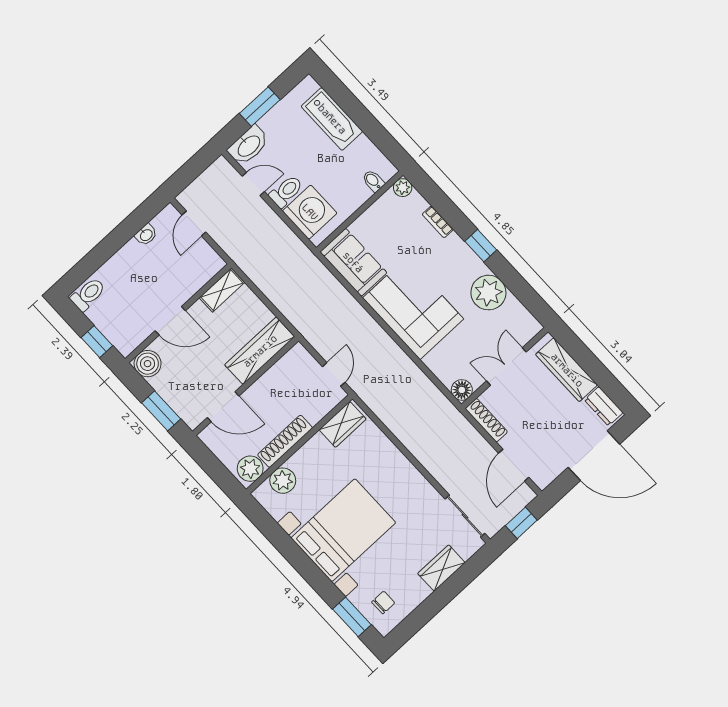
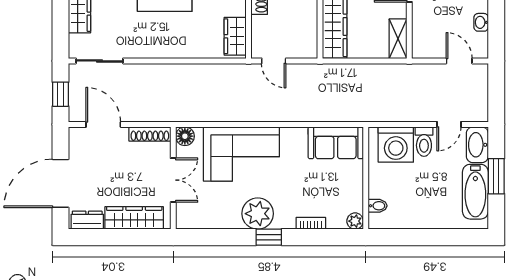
bathtub: (332, 119) -> (475, 192), moved, turned -90
plant: (488, 293) -> (258, 214), moved
corner sofa: (413, 308) -> (241, 154), moved

